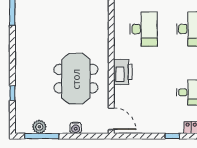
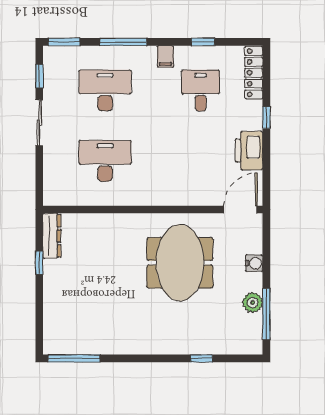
printer: (123, 72) -> (249, 151), moved, turned -90
meeting table: (76, 79) -> (180, 263), turned 90
plant: (39, 127) -> (253, 303), moved

